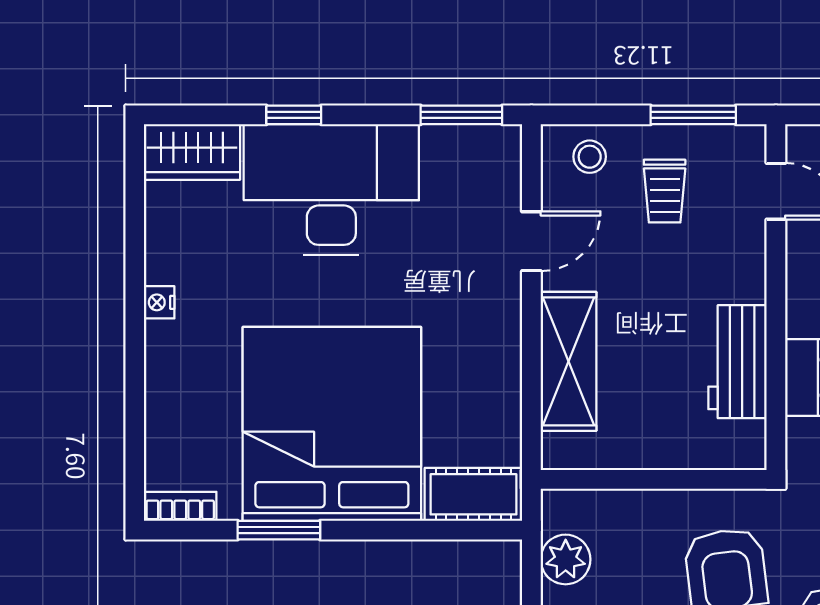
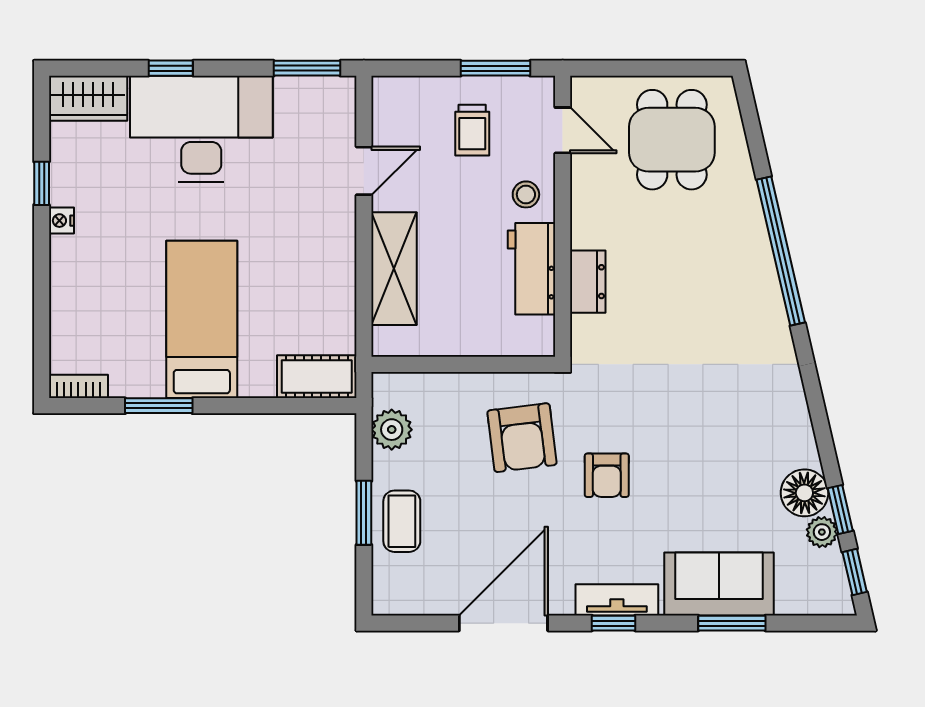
stool: (590, 157) -> (526, 194), moved
window: (135, 257) -> (42, 183), added
bed: (332, 424) -> (202, 319), width x0.49

